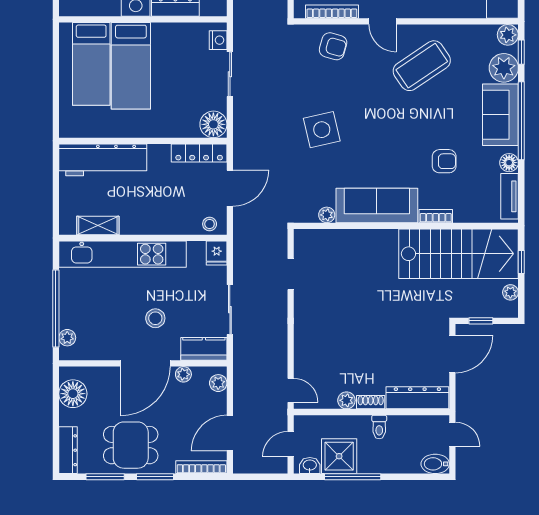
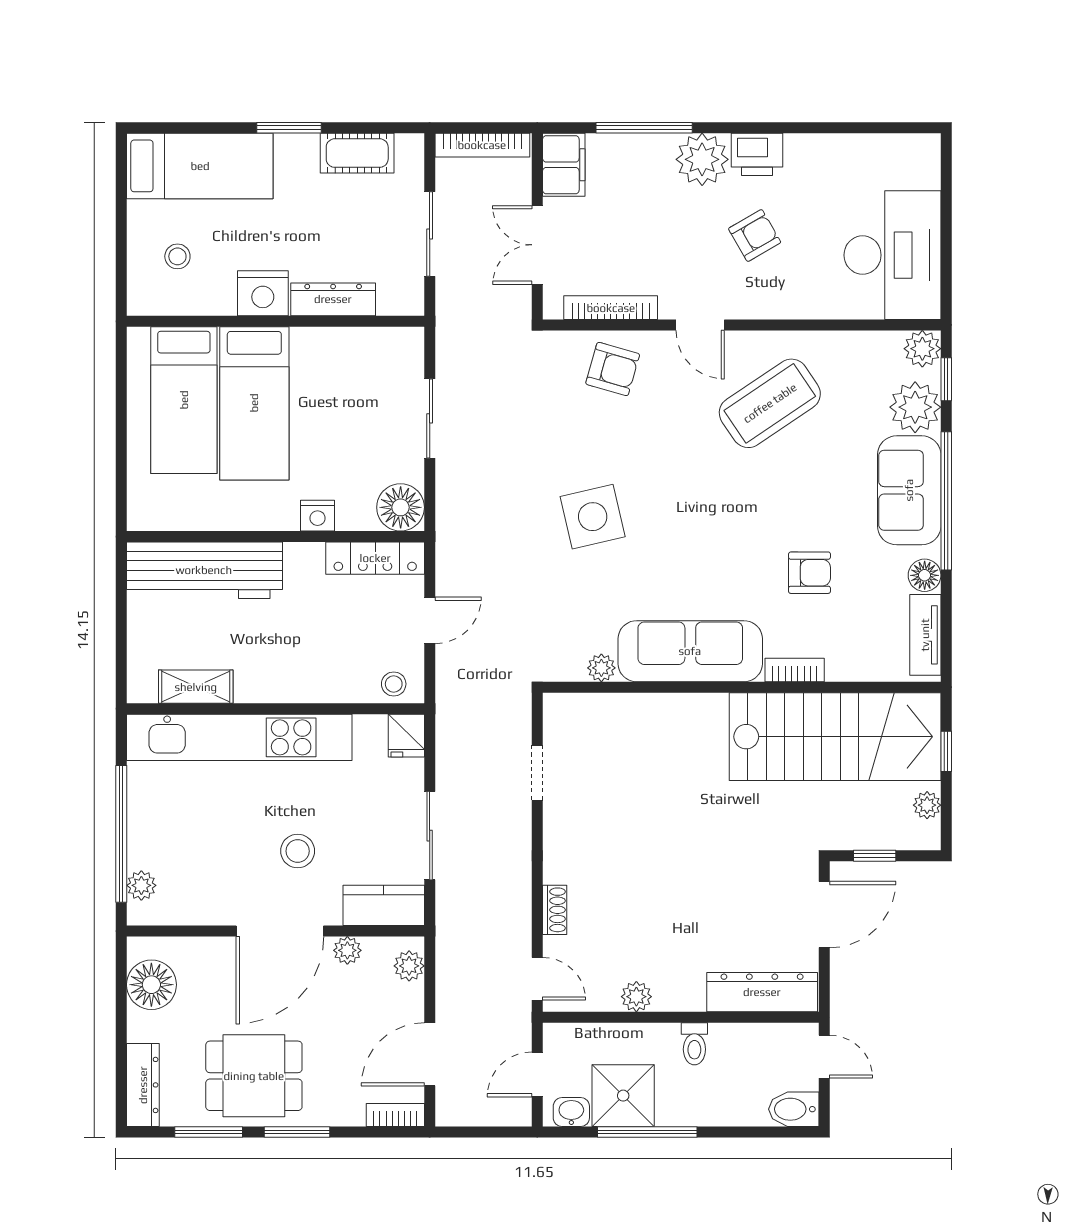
nightstand: (218, 40) -> (318, 516), moved, turned 90
door: (230, 188) -> (430, 620), width x0.73
shoe rack: (371, 402) -> (555, 910), moved, turned 90
bookcase: (201, 467) -> (395, 1115), width x0.64

